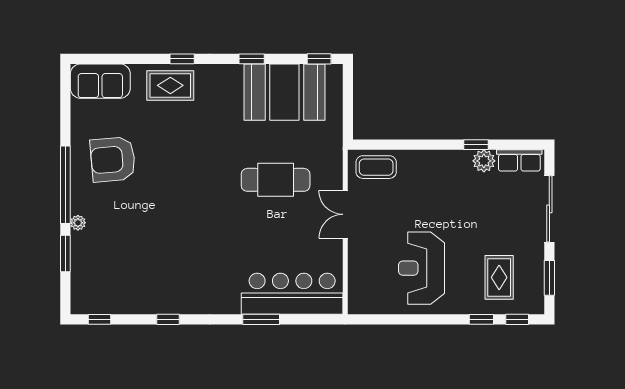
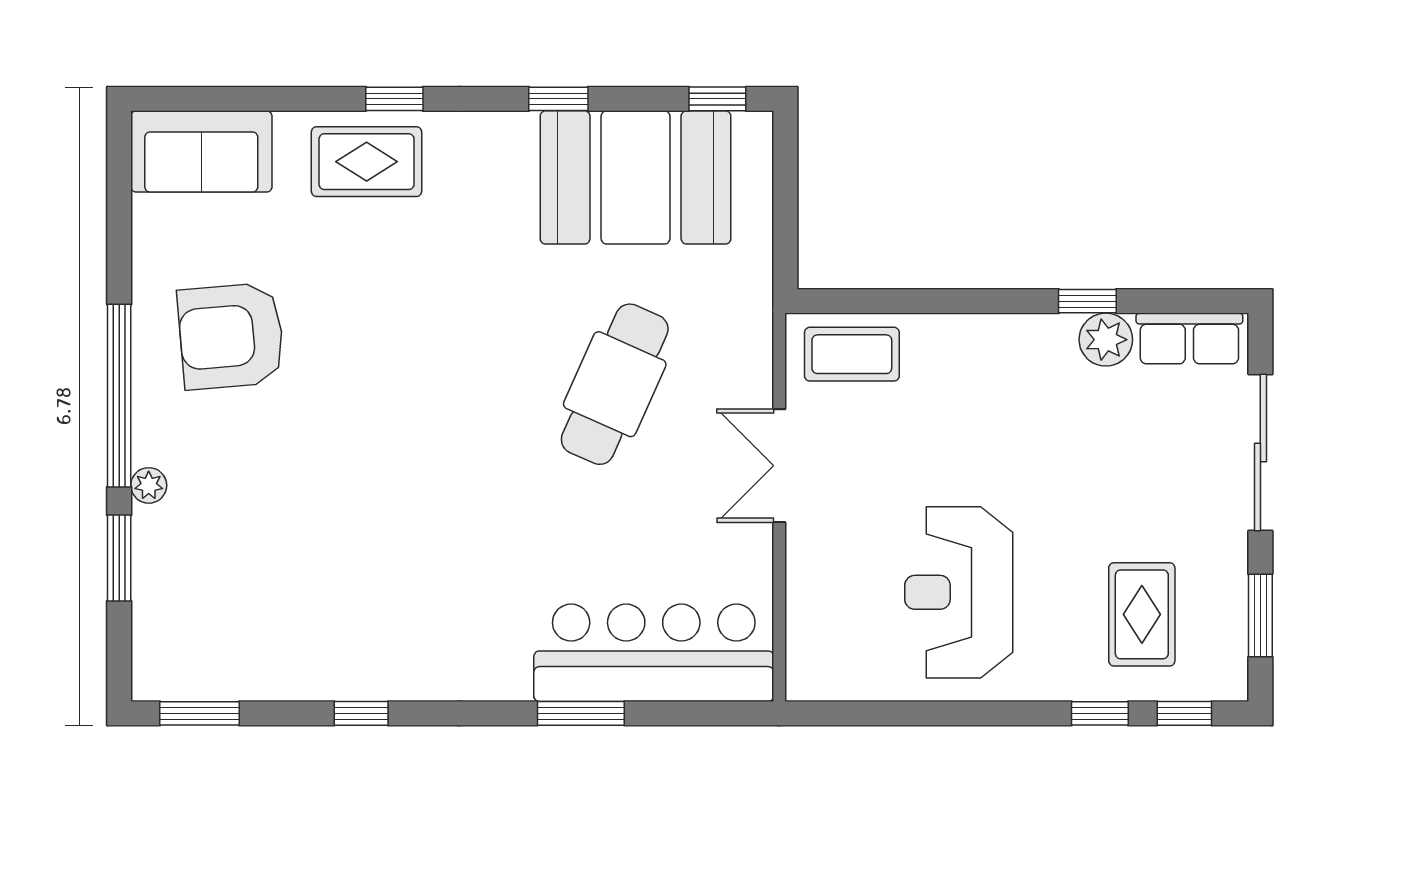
cafe table: (276, 180) -> (615, 384), turned -66
window: (99, 319) -> (199, 713), width x1.50

